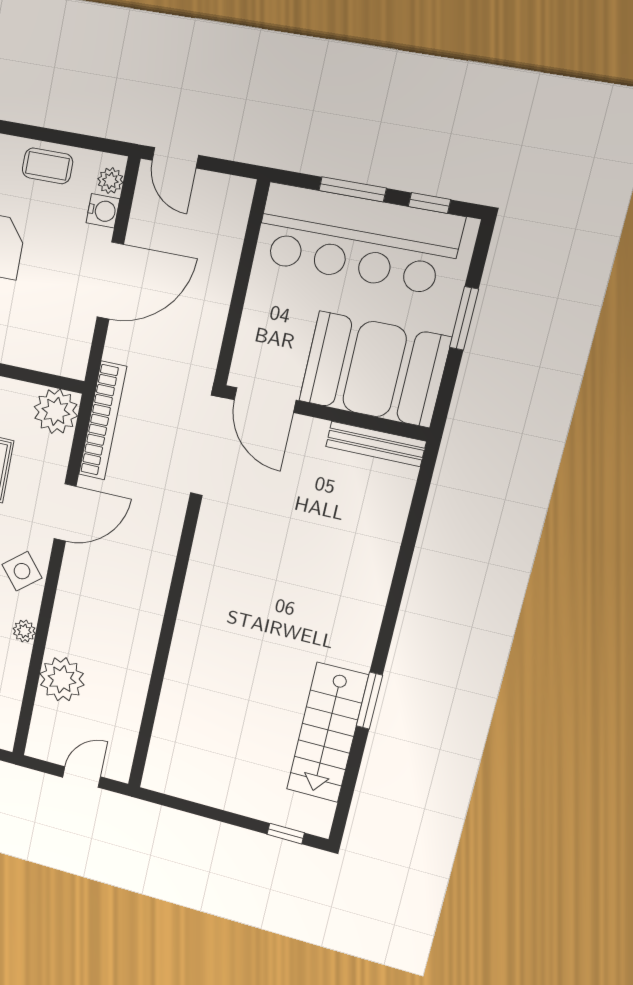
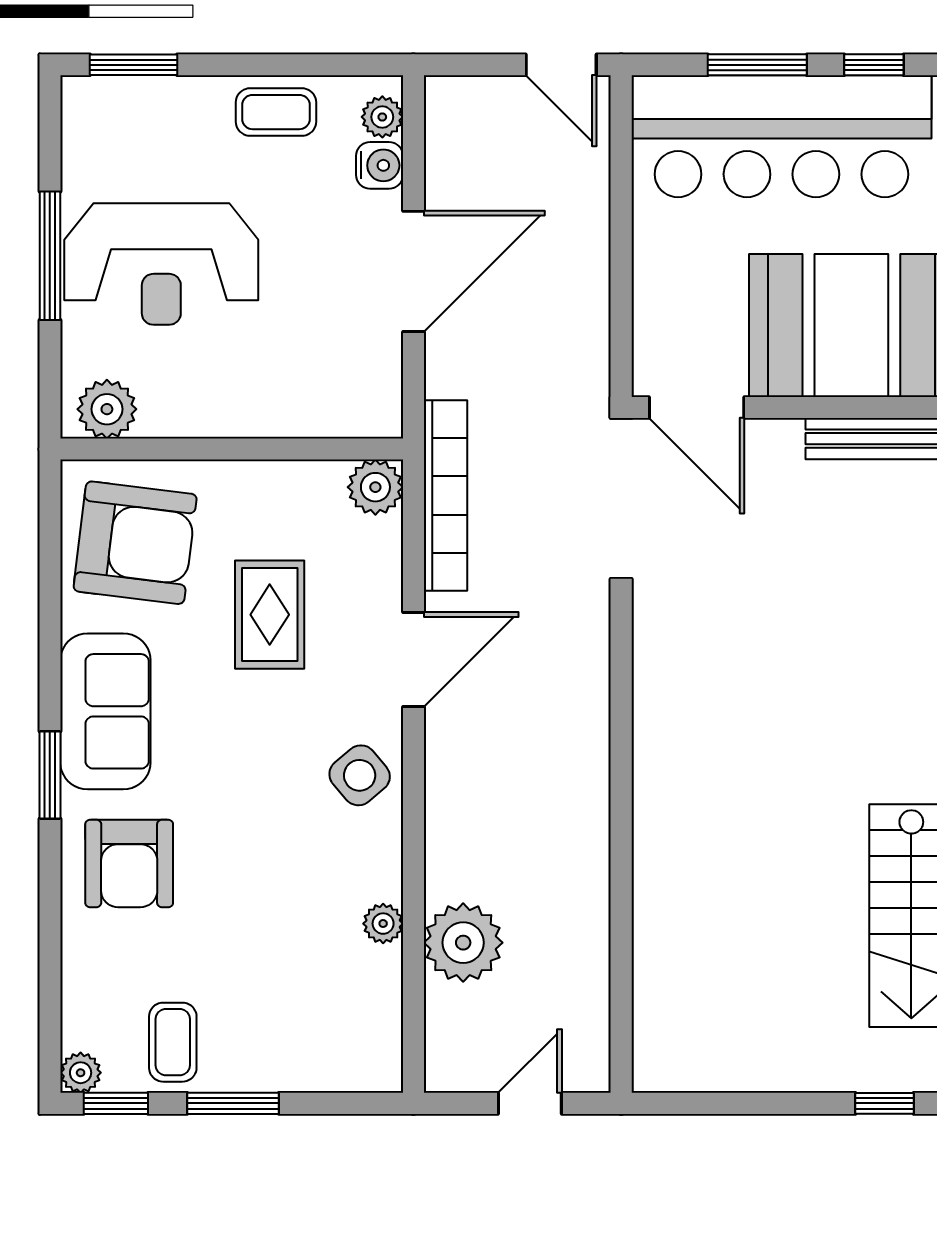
door: (175, 158) -> (561, 65), moved
plant: (56, 411) -> (375, 487), width x0.73, depth x0.73
plant: (24, 631) -> (383, 924), moved

